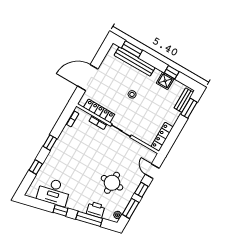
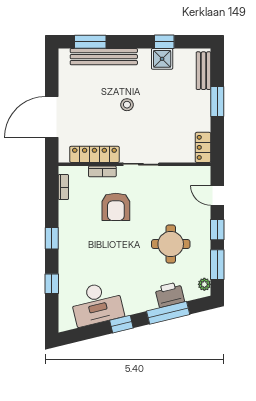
window: (189, 108) -> (217, 101), moved
locker: (162, 137) -> (203, 147), width x0.66
armchair: (94, 146) -> (116, 207), added

